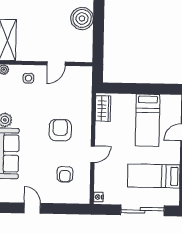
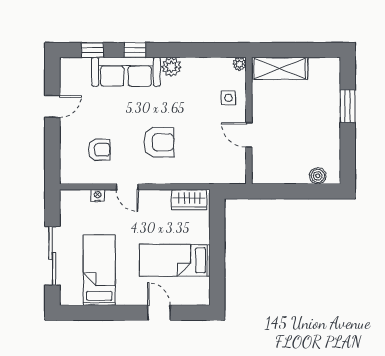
boiler: (82, 18) -> (318, 176), width x0.54, depth x0.54
armchair: (65, 174) -> (99, 150), turned 180
nightstand: (98, 197) -> (98, 196), moved

